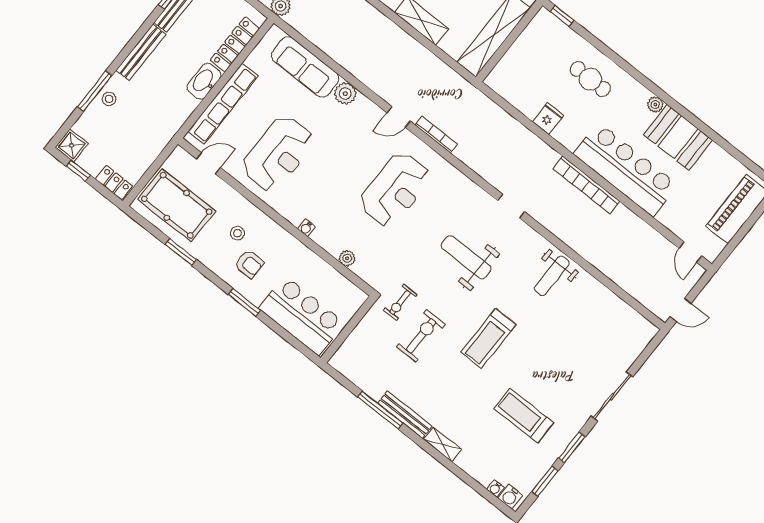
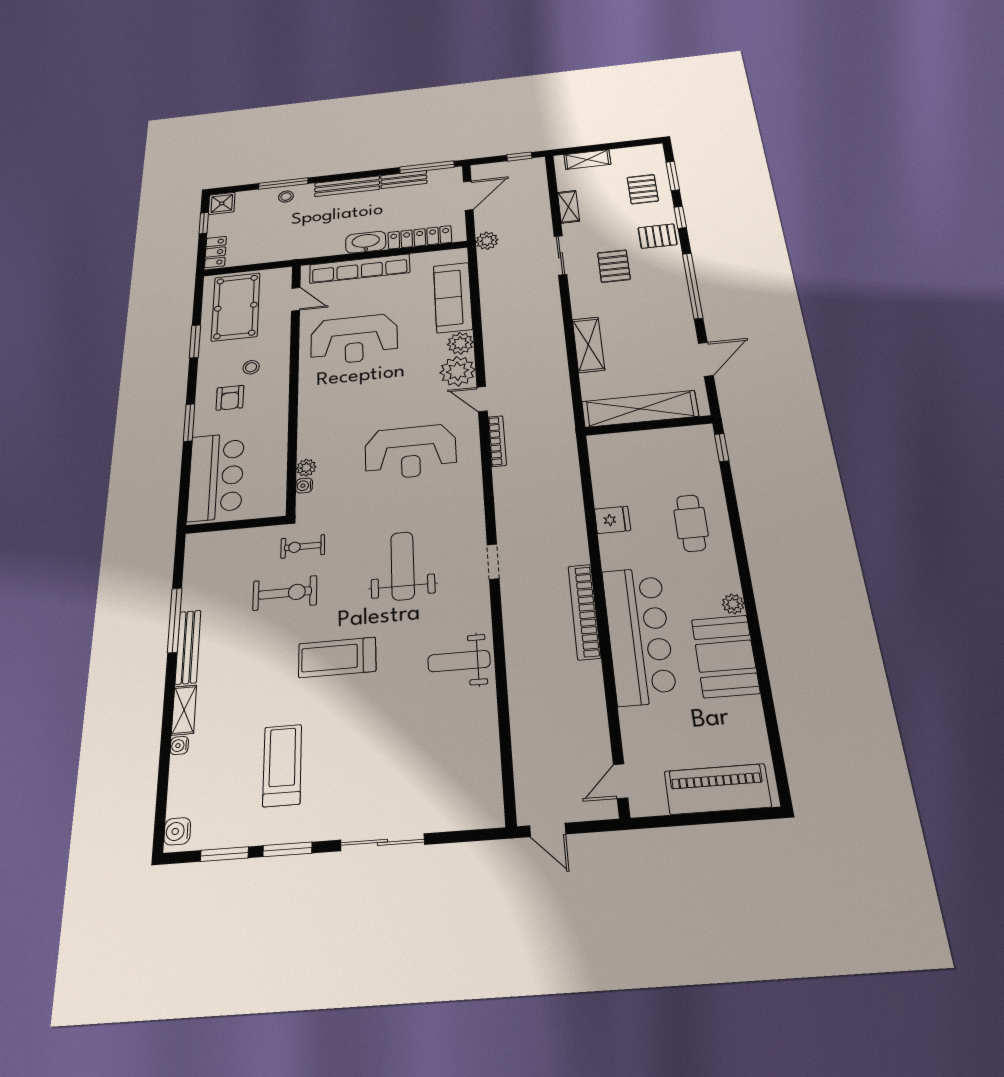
plant: (364, 113) -> (457, 371), added
water cooler: (306, 228) -> (304, 486), moved
water cooler: (495, 488) -> (179, 745), moved

